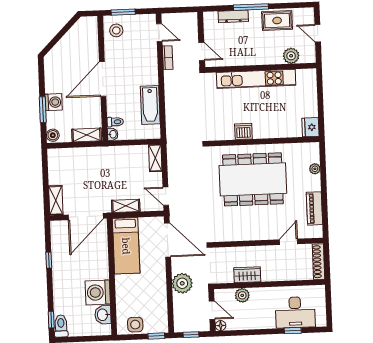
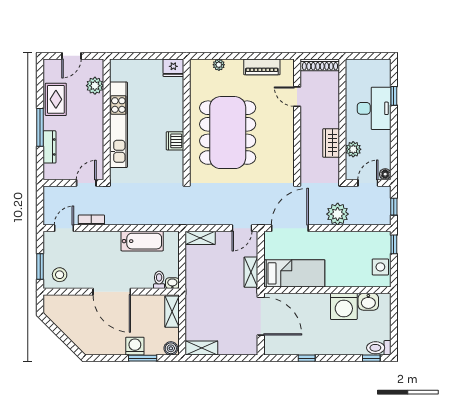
shelving: (56, 200) -> (202, 348), moved
desk: (295, 312) -> (374, 108), moved

